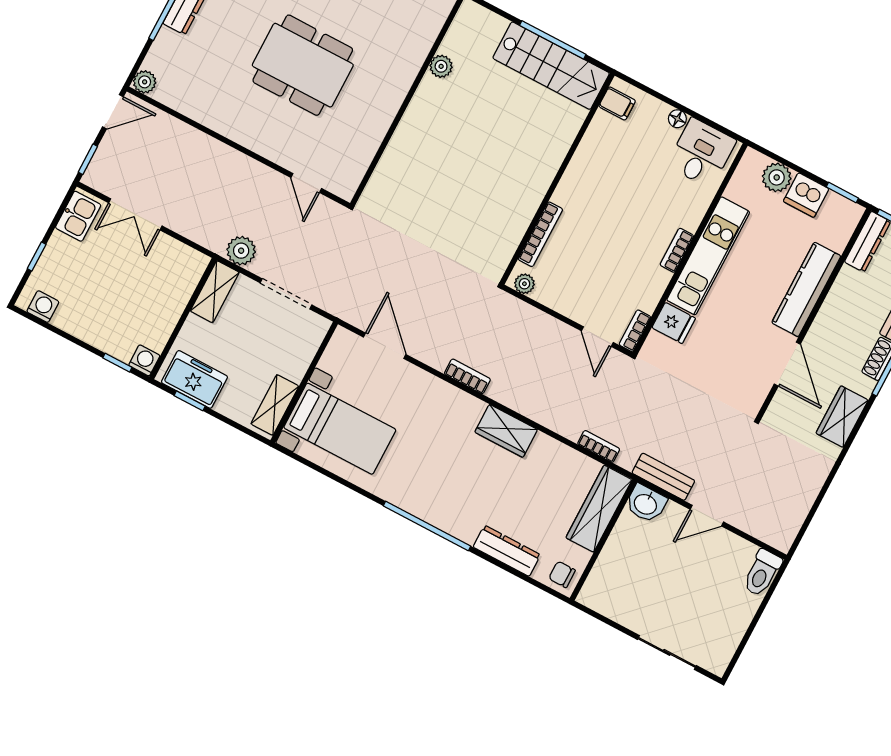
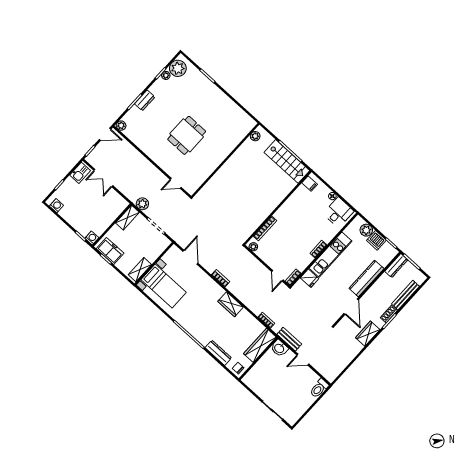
dining table: (303, 65) -> (187, 135), width x0.73
plant: (441, 66) -> (255, 136), moved
door: (306, 183) -> (176, 183), hinge flipped

